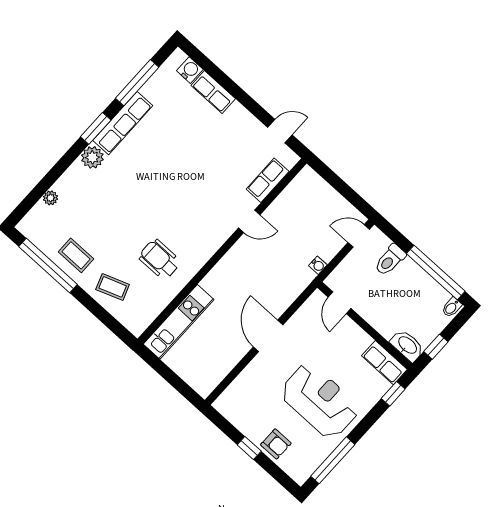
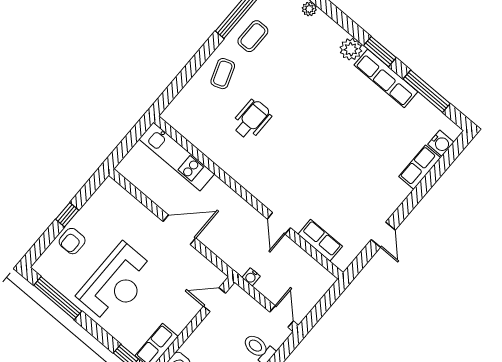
row of seats: (268, 180) -> (320, 240), moved
door: (249, 221) -> (279, 223), moved
wall: (222, 251) -> (248, 197), moved
kitchen unit: (179, 322) -> (177, 156), moved

